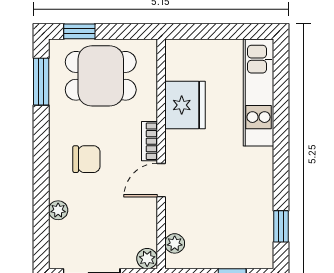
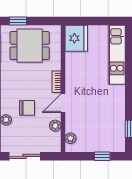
fridge: (185, 105) -> (76, 38), moved
chair: (86, 159) -> (27, 108), moved
plant: (147, 259) -> (55, 126), moved

